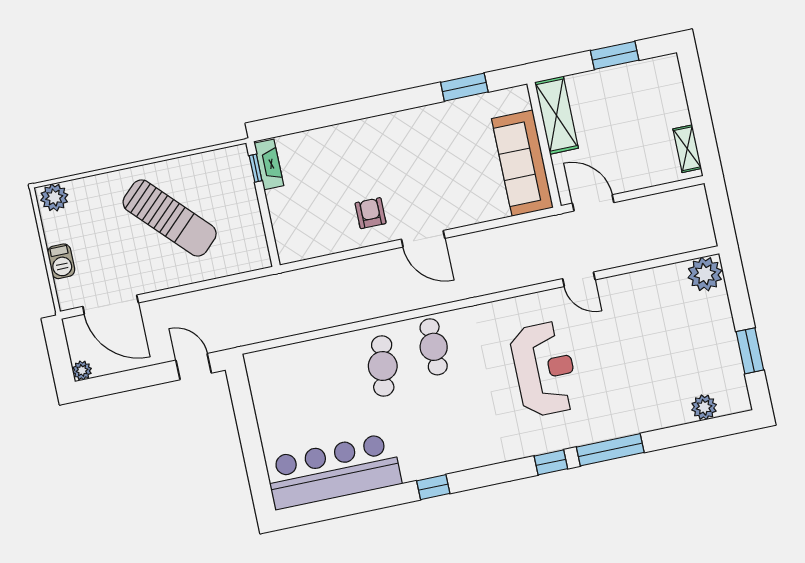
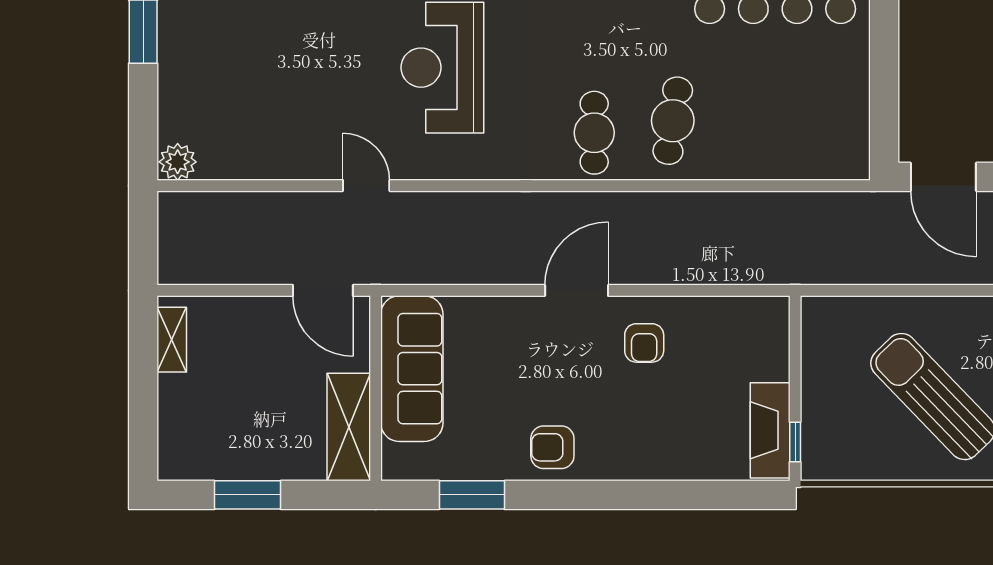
armchair: (417, 130) -> (552, 447), added
fireplace: (269, 164) -> (770, 430), width x1.37, depth x1.32
door: (423, 239) -> (577, 290), hinge flipped
plant: (705, 274) -> (178, 162), width x0.73, depth x0.73
door: (194, 367) -> (943, 177), width x1.38

